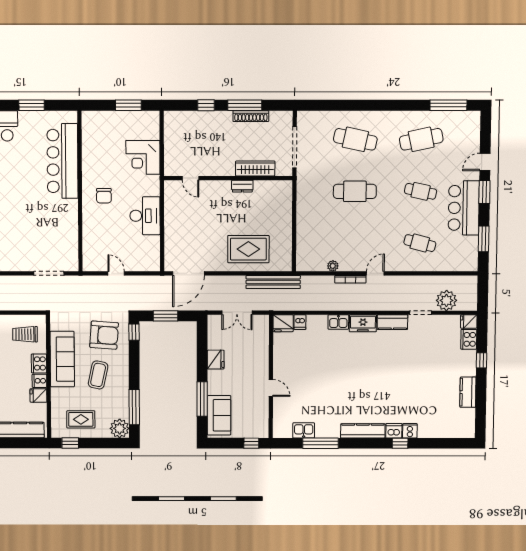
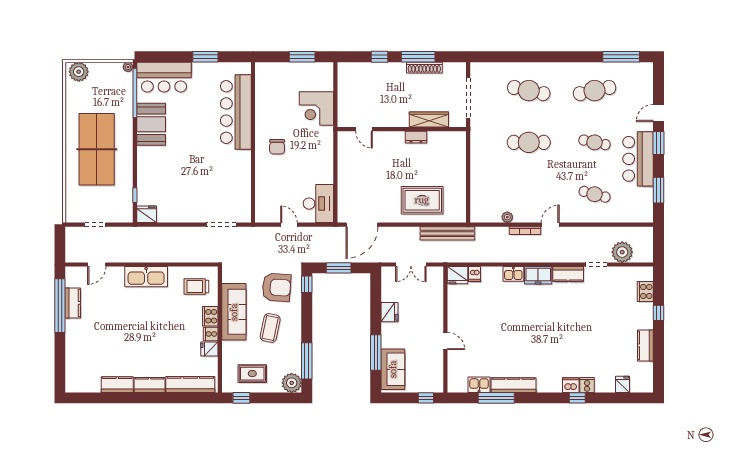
desk: (145, 216) -> (318, 204), moved
fridge: (469, 322) -> (623, 384), moved, turned 90
kitchen counter: (363, 431) -> (513, 385), moved

